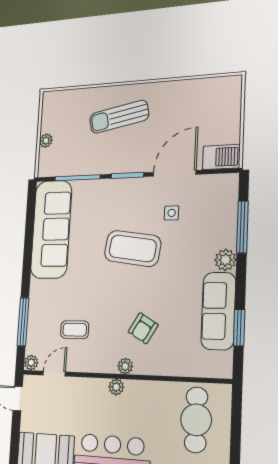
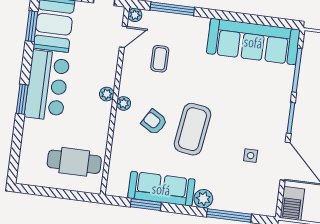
coffee table: (133, 248) -> (192, 129), moved
door: (54, 374) -> (123, 37), hinge flipped

